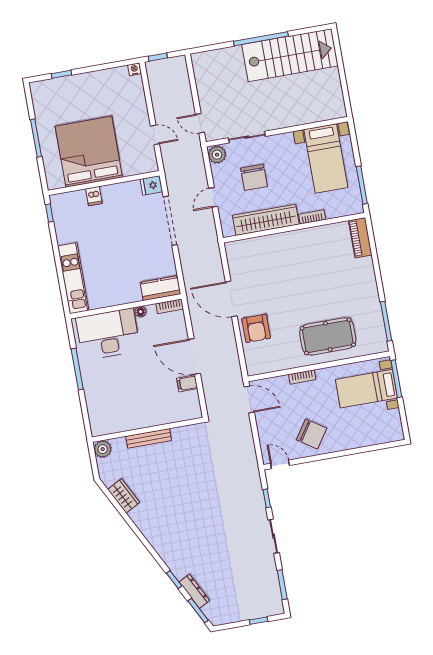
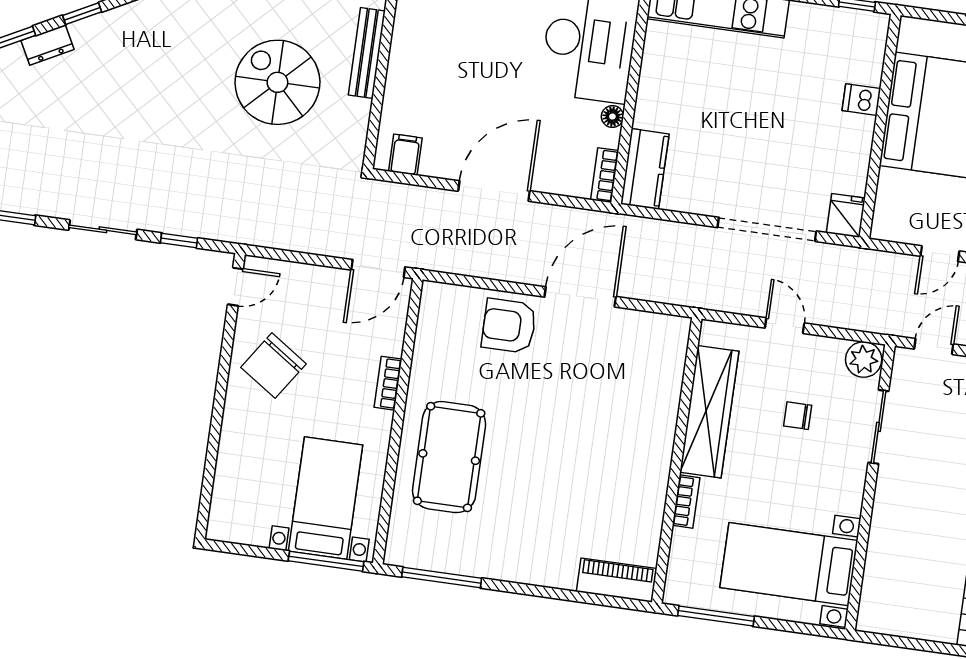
chair: (254, 177) -> (798, 416), width x0.54, depth x0.54
filing cabinet: (187, 383) -> (405, 155), moved
spiral stairs: (176, 476) -> (277, 82), added
dresser: (194, 591) -> (47, 45), width x0.70

